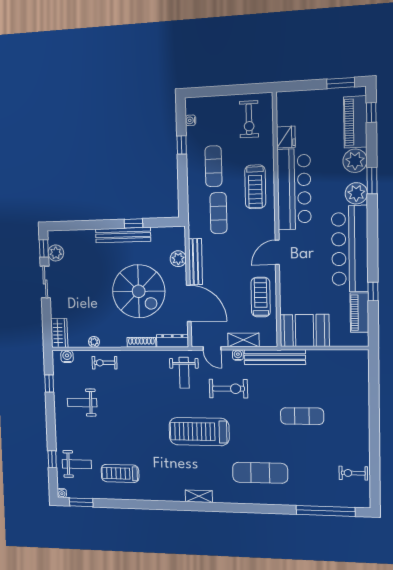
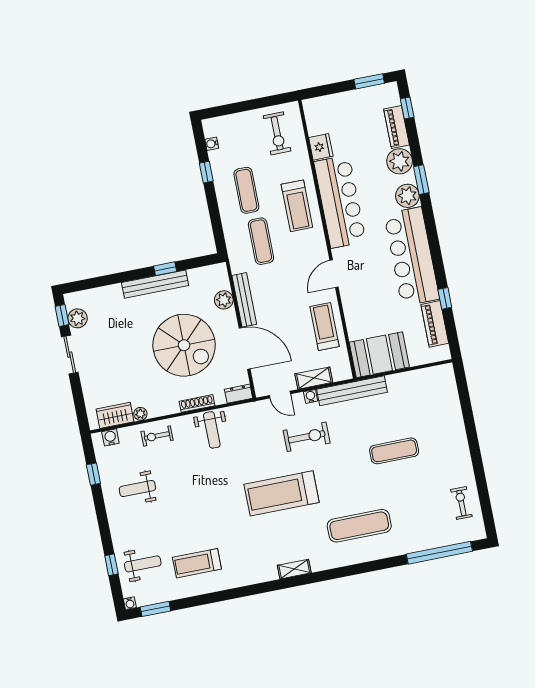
piano: (355, 122) -> (397, 127), width x0.73, depth x0.75
wardrobe: (59, 333) -> (115, 415), moved, turned -90
dresser: (172, 341) -> (239, 394), width x0.70
weight bench: (184, 373) -> (212, 430), moved
exercise bike: (353, 473) -> (461, 503), turned 90

